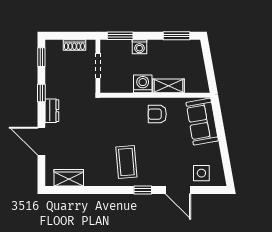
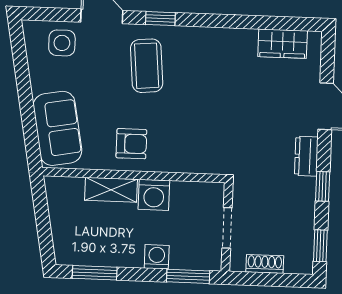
coffee table: (126, 162) -> (147, 66), moved

